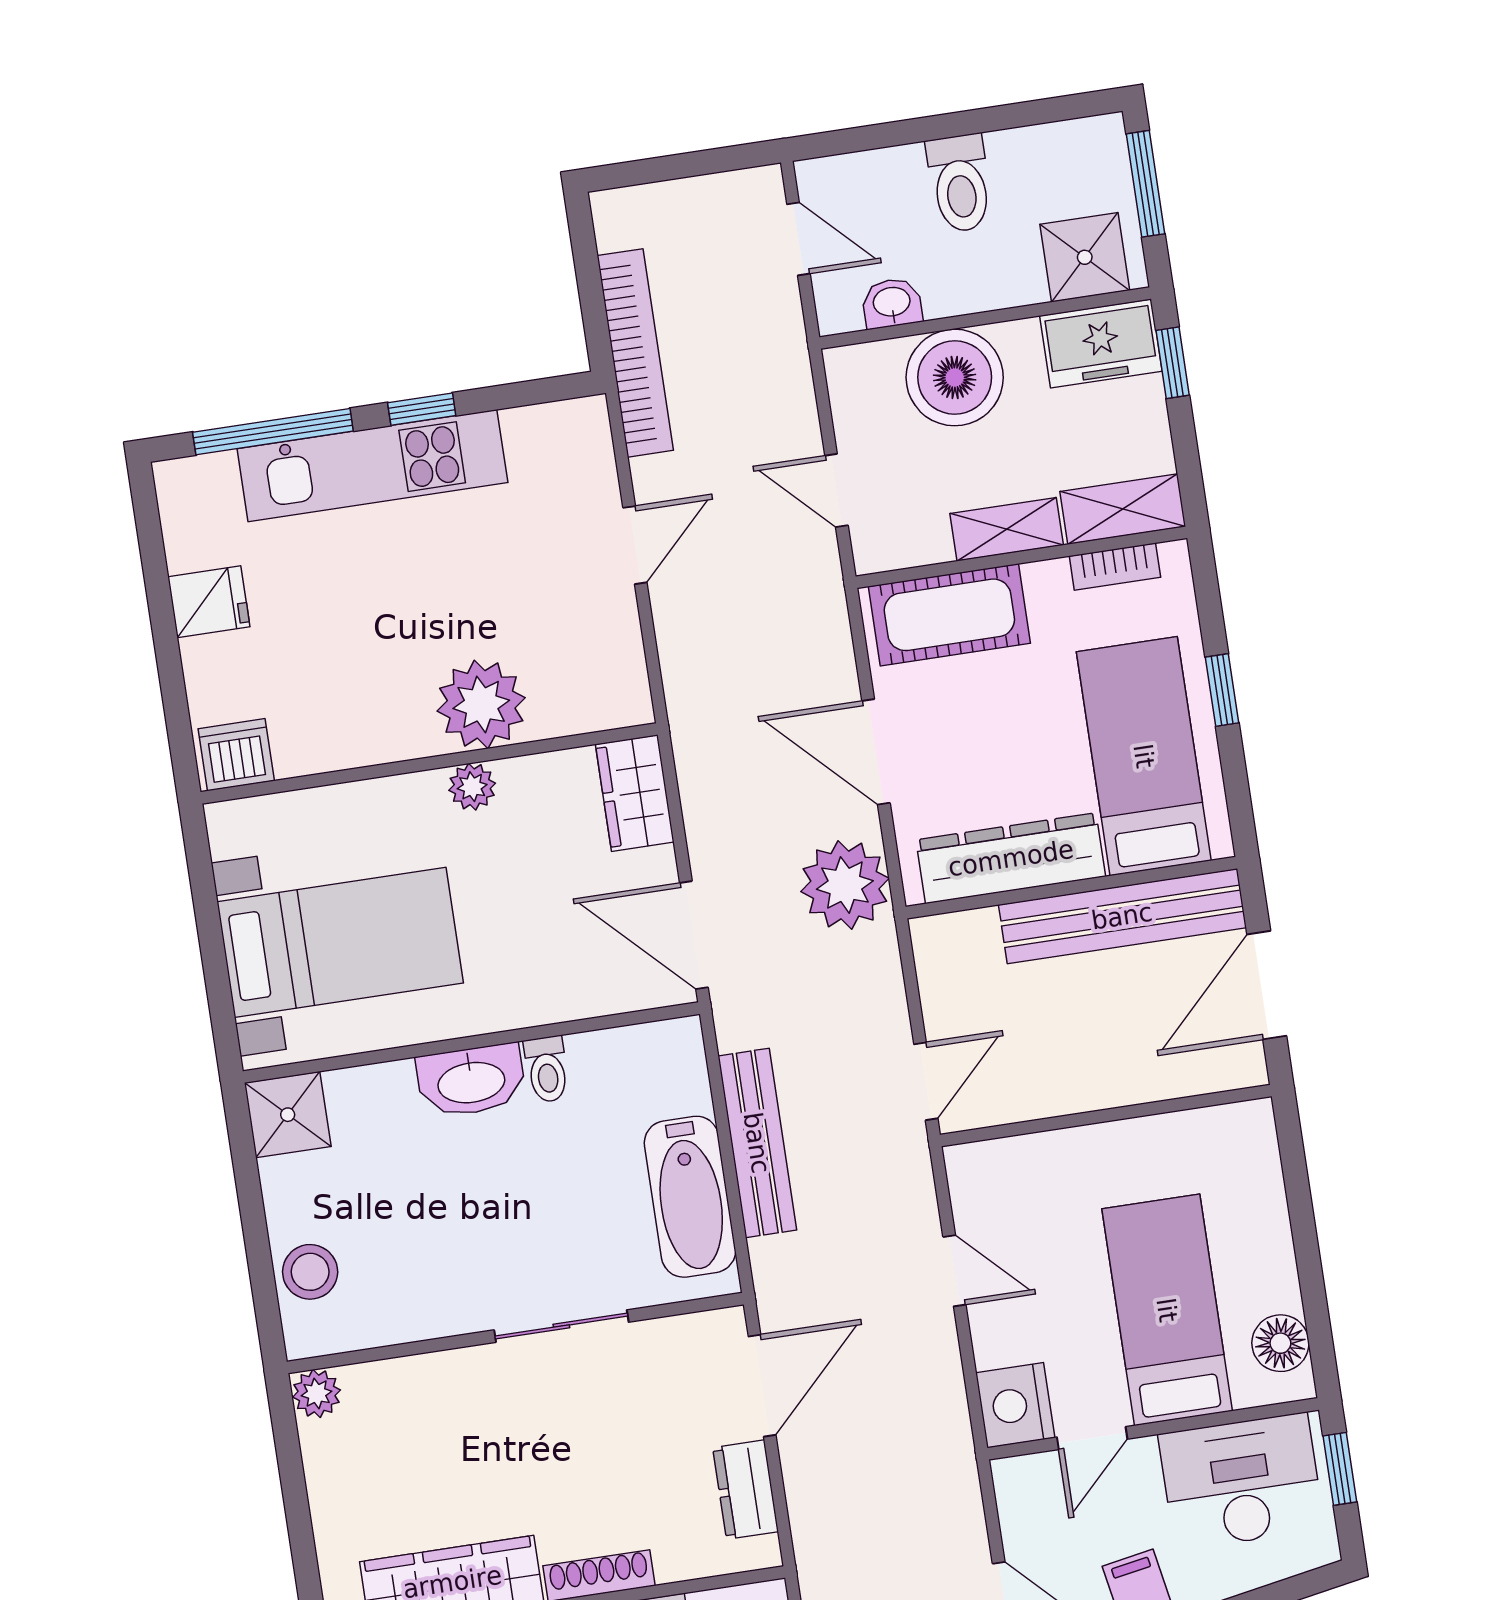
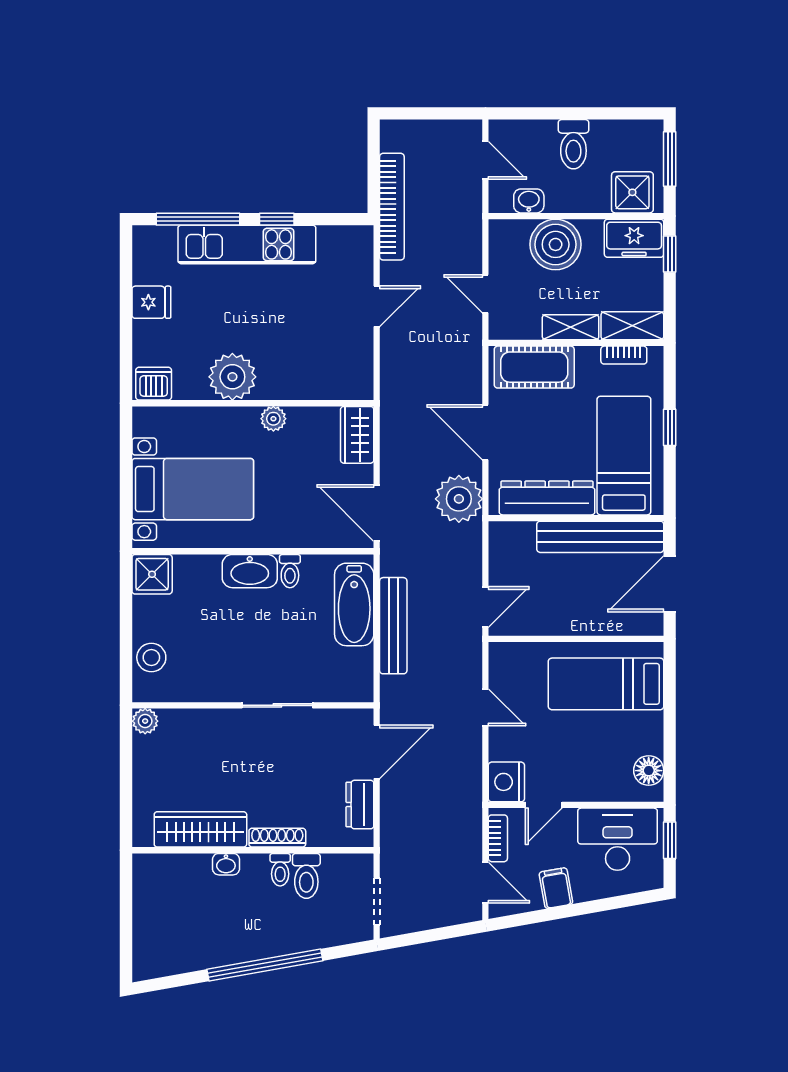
plant: (481, 704) -> (232, 377), moved
bathtub: (690, 1197) -> (354, 604), moved
bed: (1167, 1310) -> (606, 684), moved, turned -90
bookcase: (1015, 1514) -> (498, 838), added

